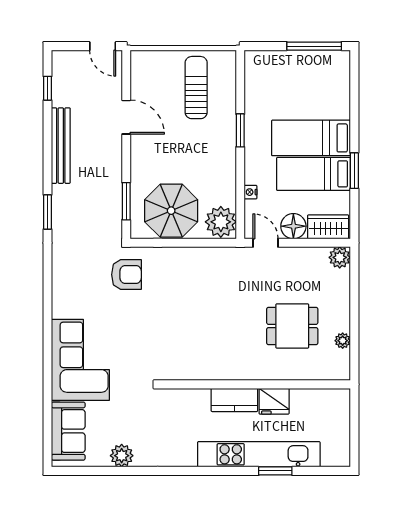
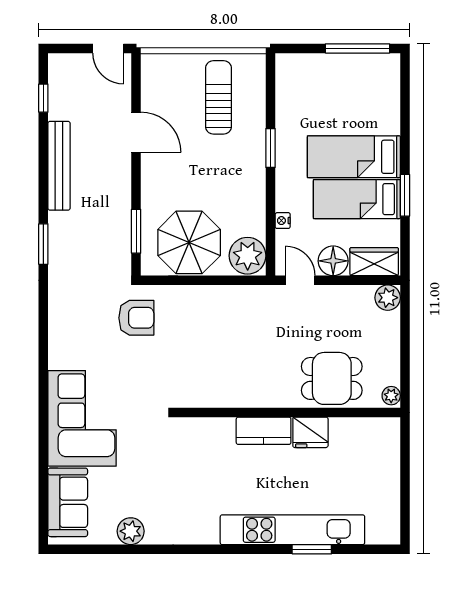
wall: (256, 384) -> (289, 412), moved
kitchen counter: (234, 400) -> (264, 431), moved
fridge: (274, 401) -> (310, 432), moved

